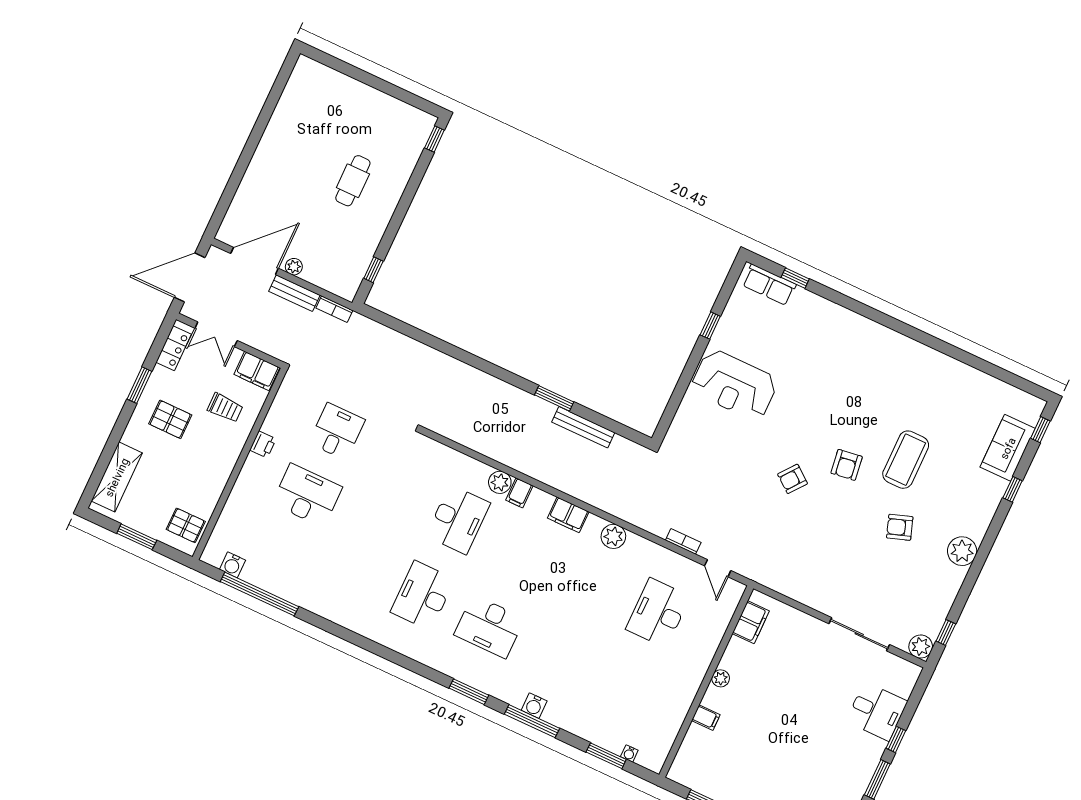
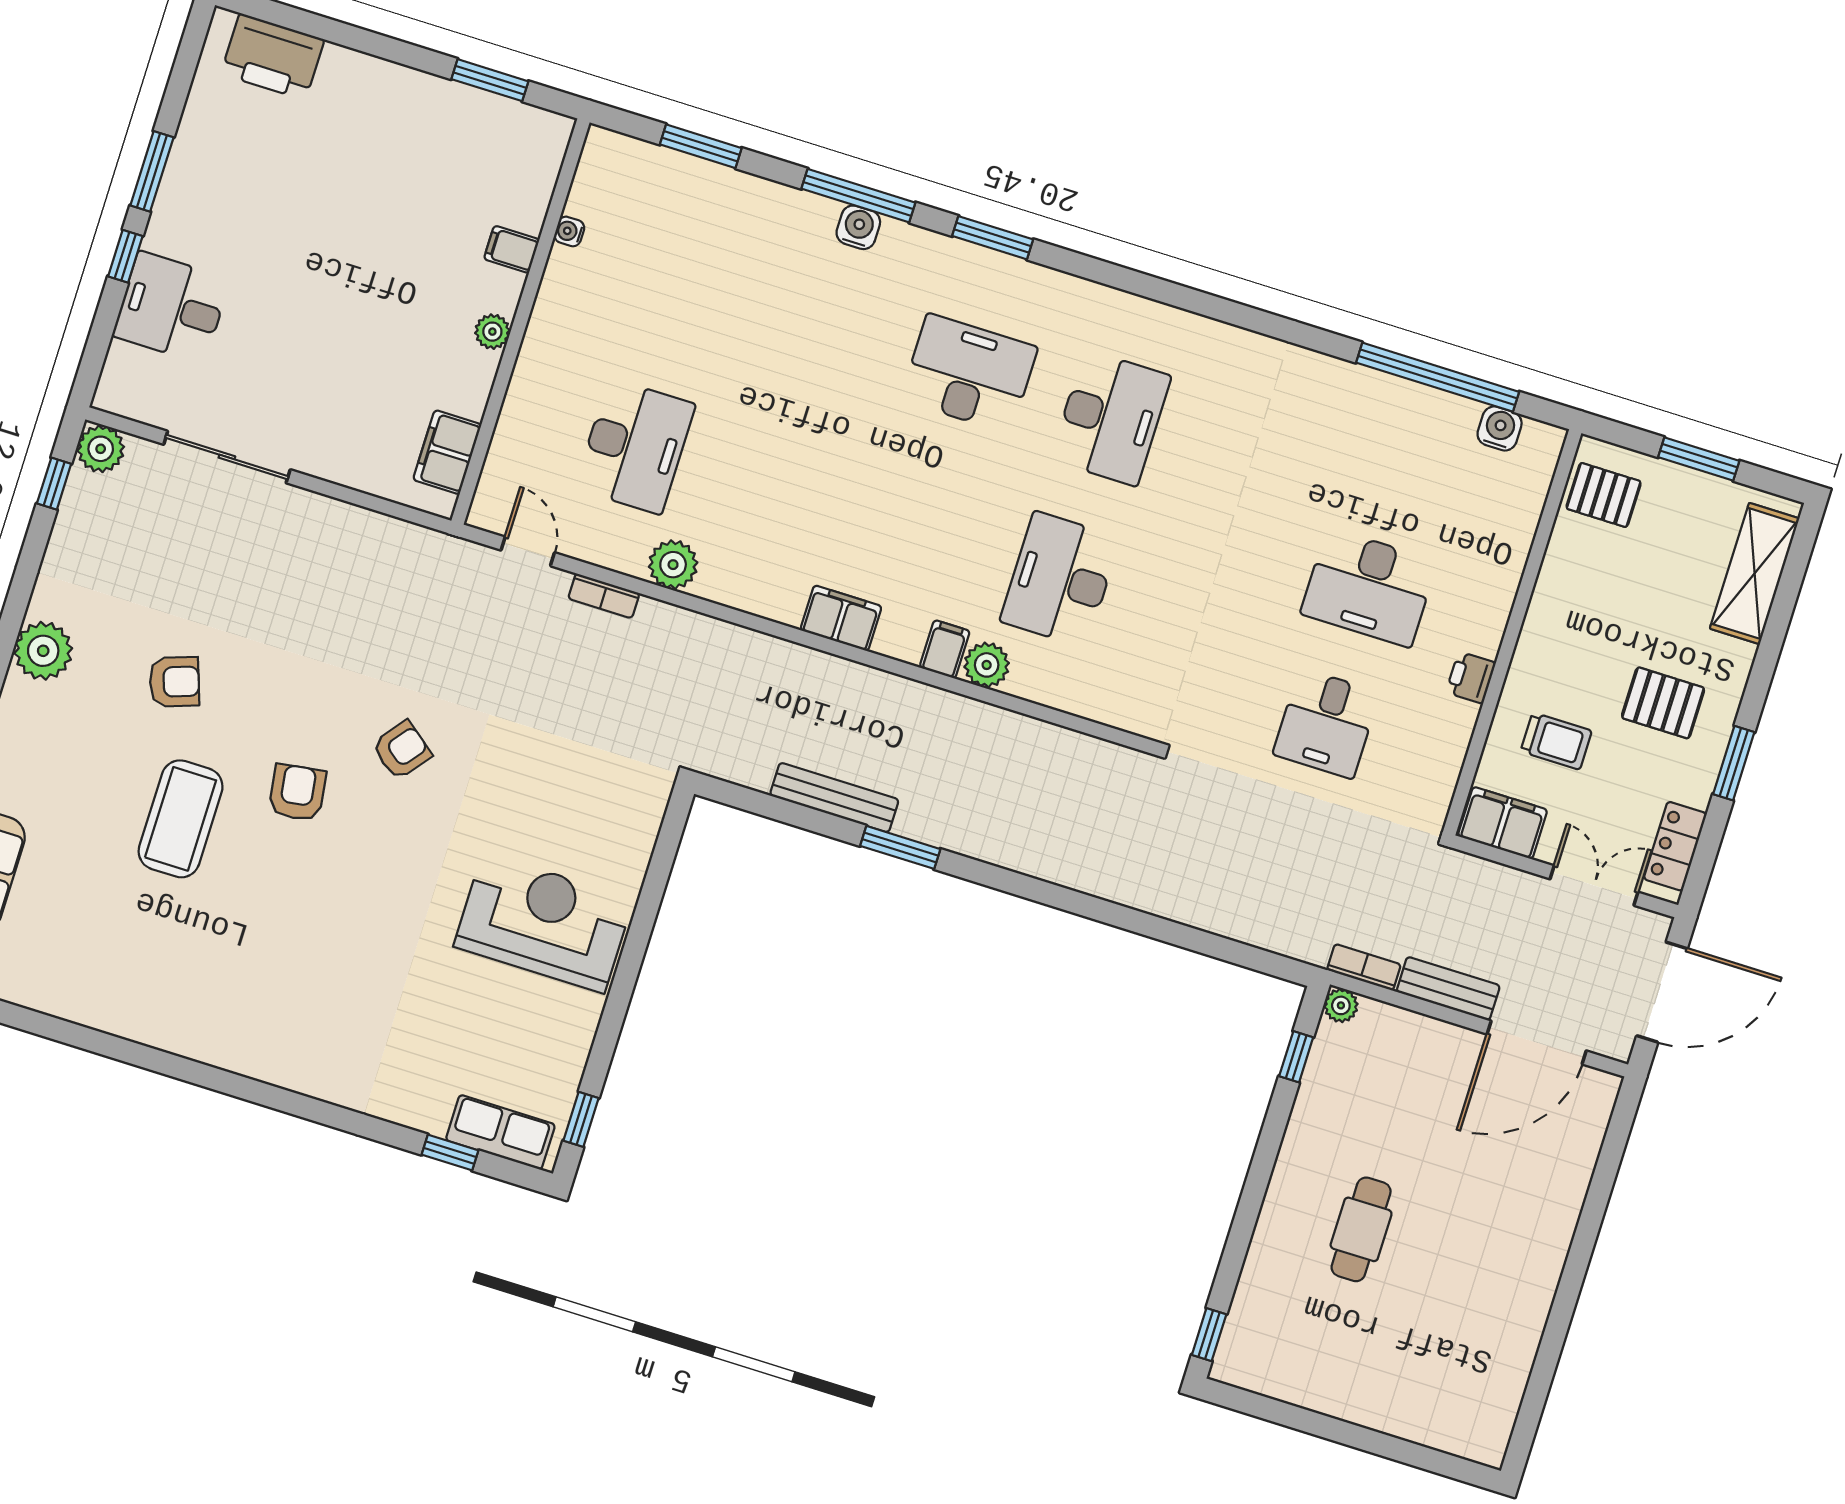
plant: (294, 267) -> (1341, 1005), moved
window: (710, 326) -> (581, 1119), moved
trolley: (225, 408) -> (1556, 741), turned 180
plant: (613, 536) -> (673, 565), moved
water cooler: (629, 753) -> (569, 231), moved, turned -90

